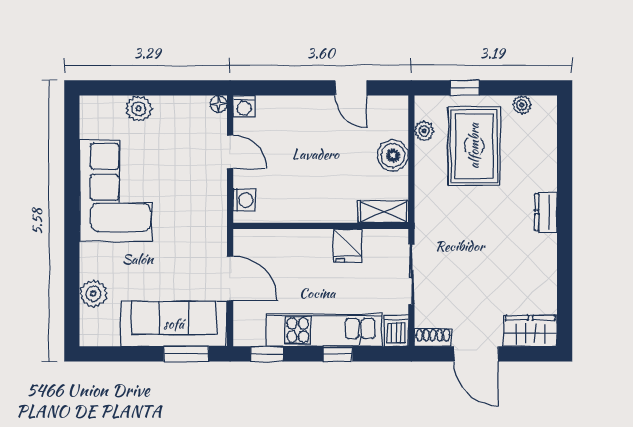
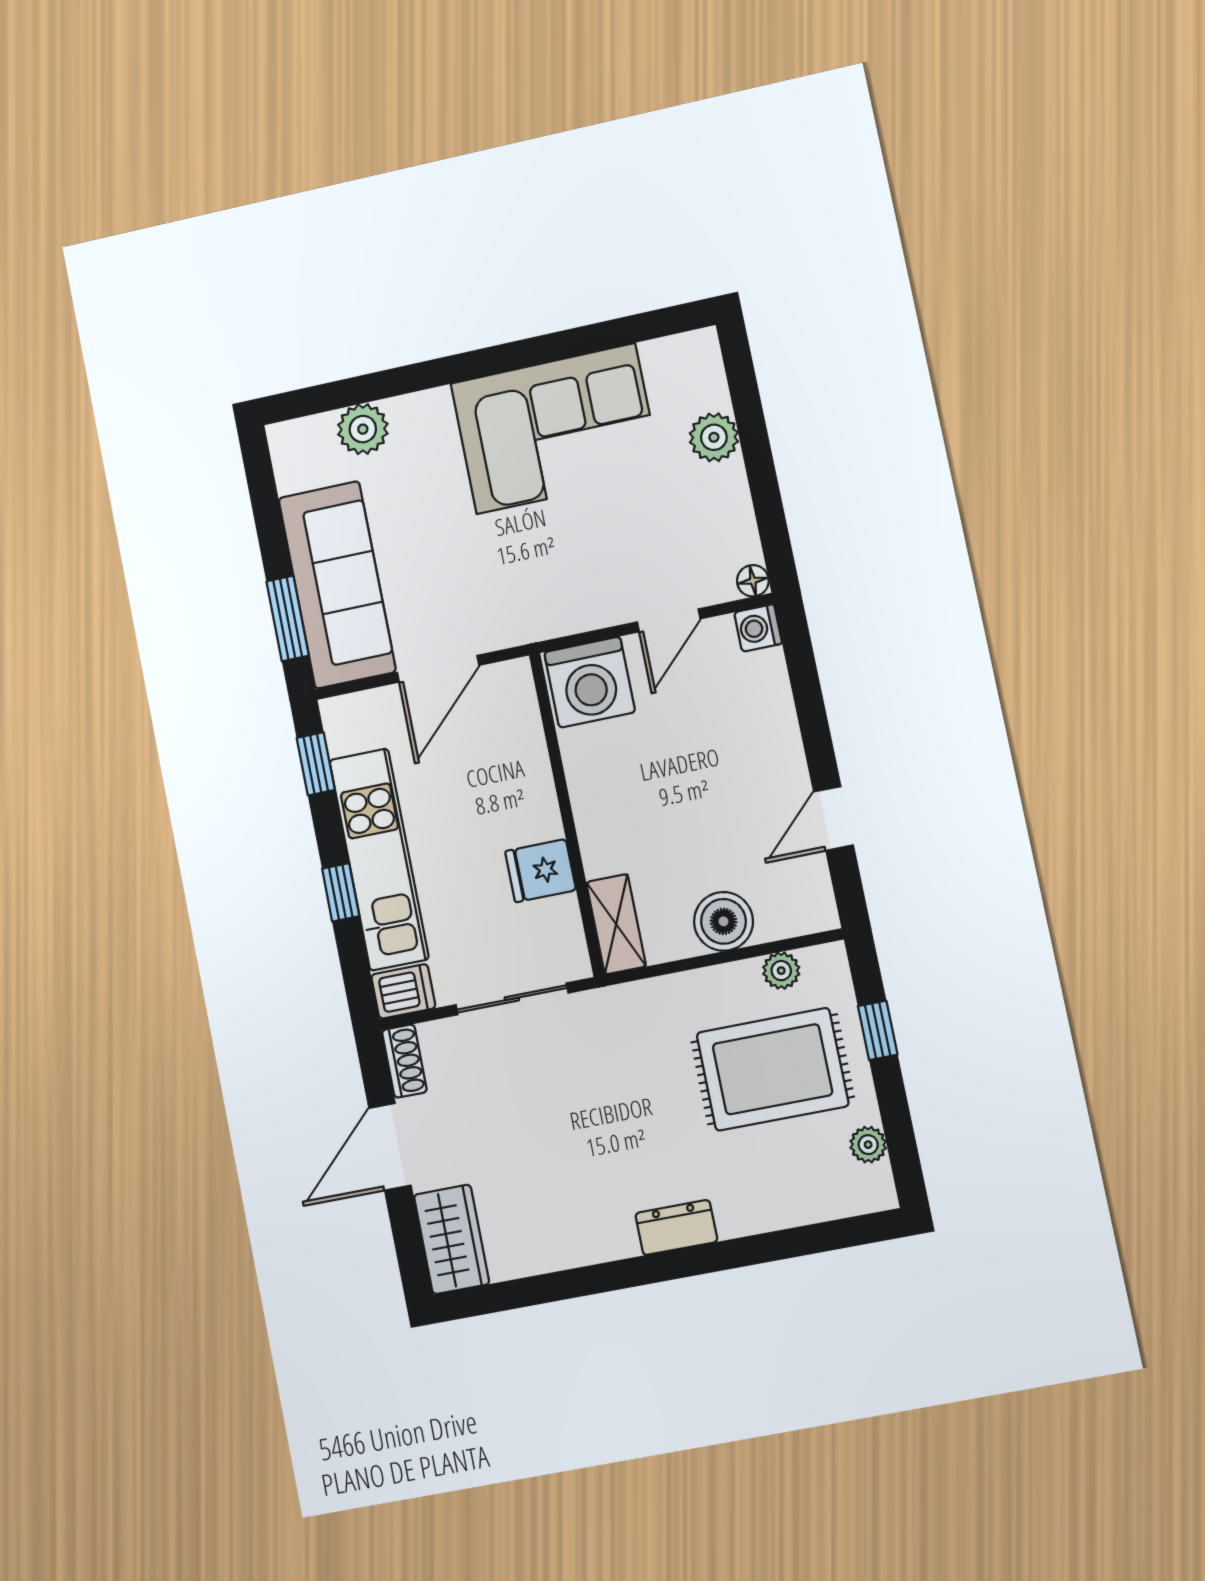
washing machine: (244, 200) -> (590, 682), width x1.89, depth x1.89

